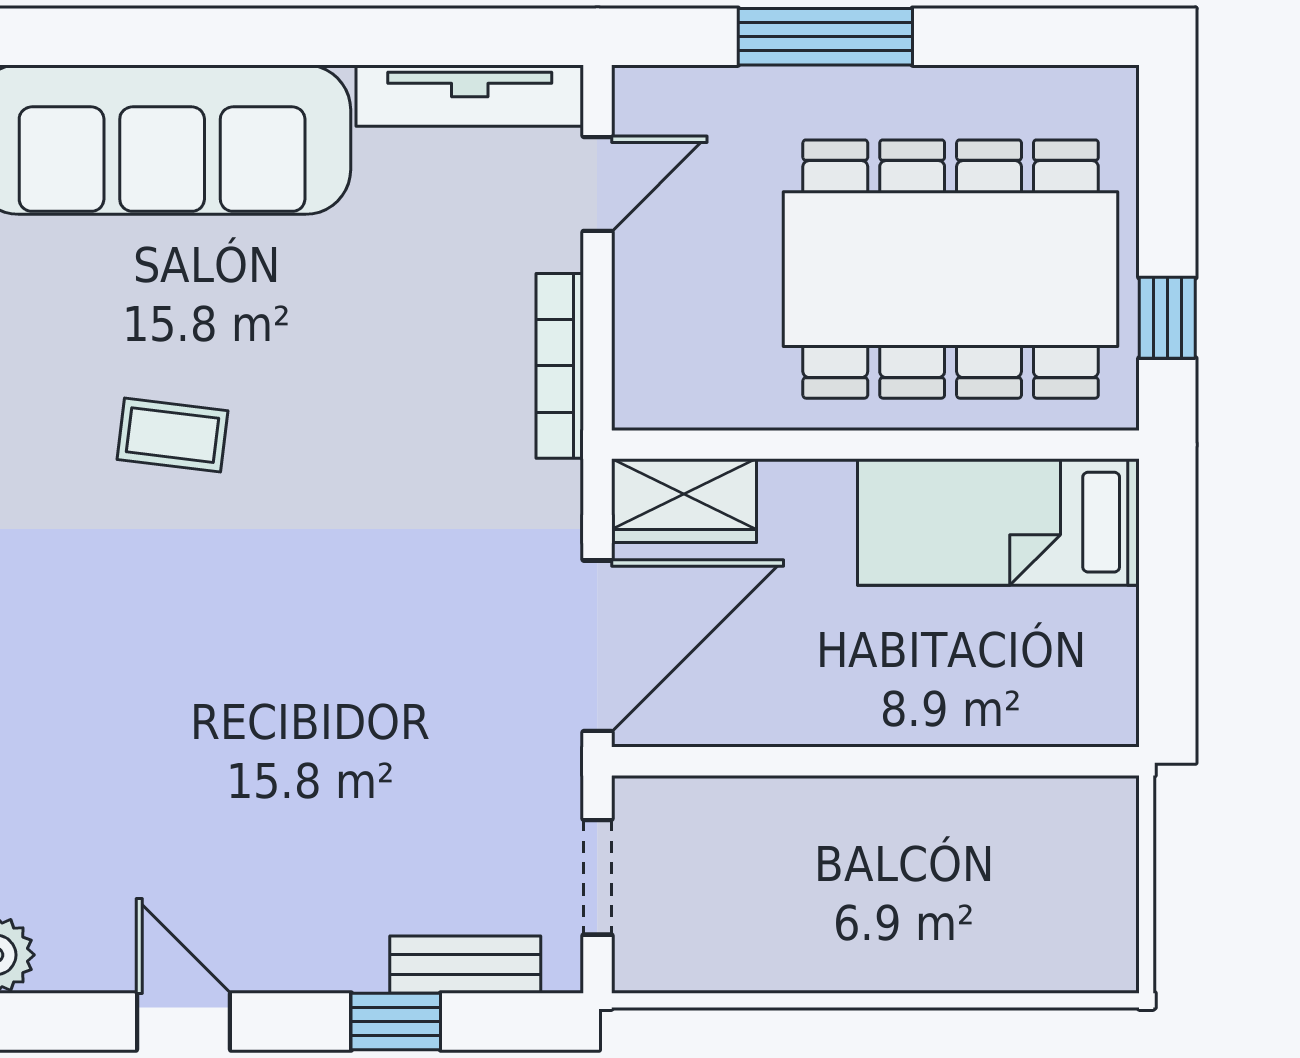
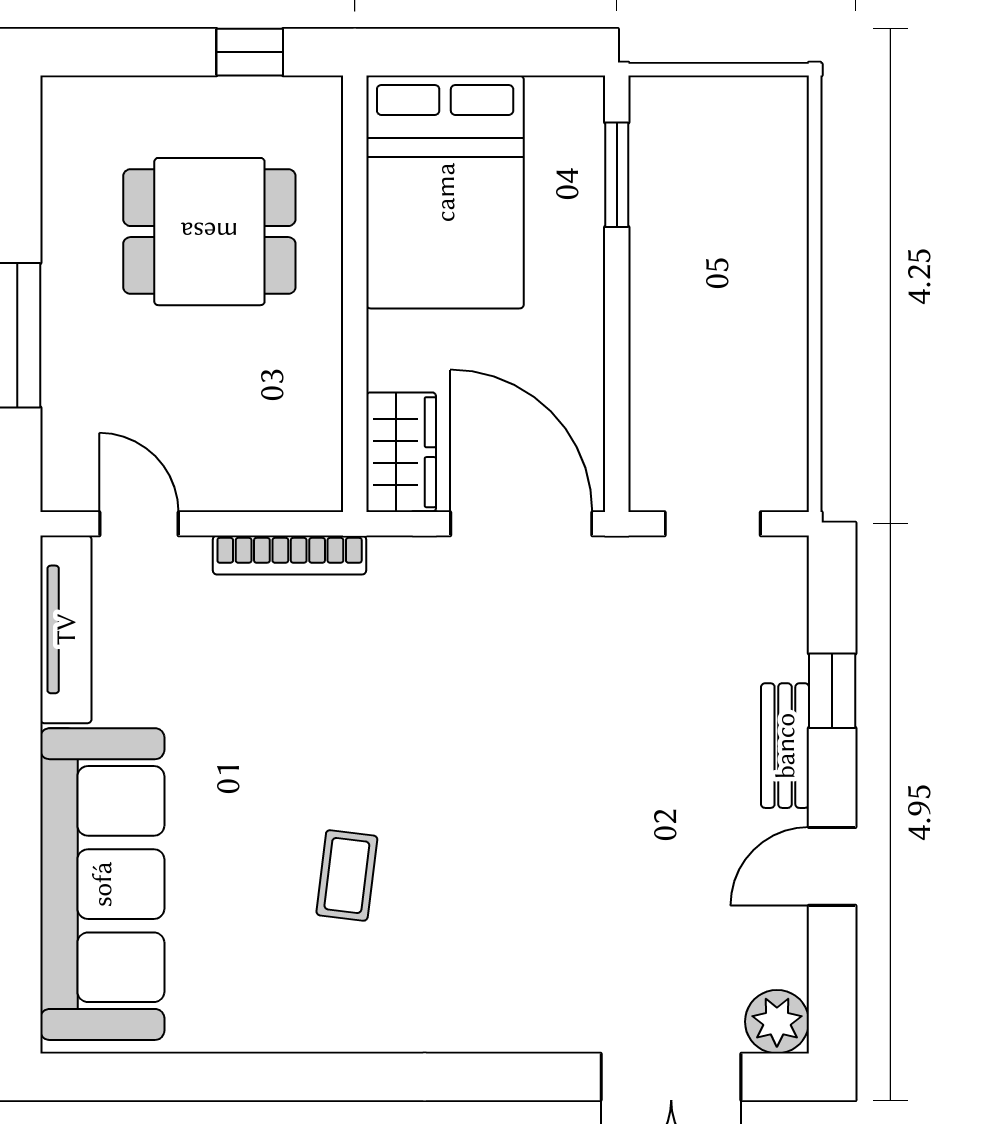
dining table: (951, 269) -> (209, 232), width x0.53, depth x0.80
bed: (998, 522) -> (445, 192), width x1.50
window: (1019, 761) -> (617, 175), added
bench: (465, 965) -> (785, 746), moved

